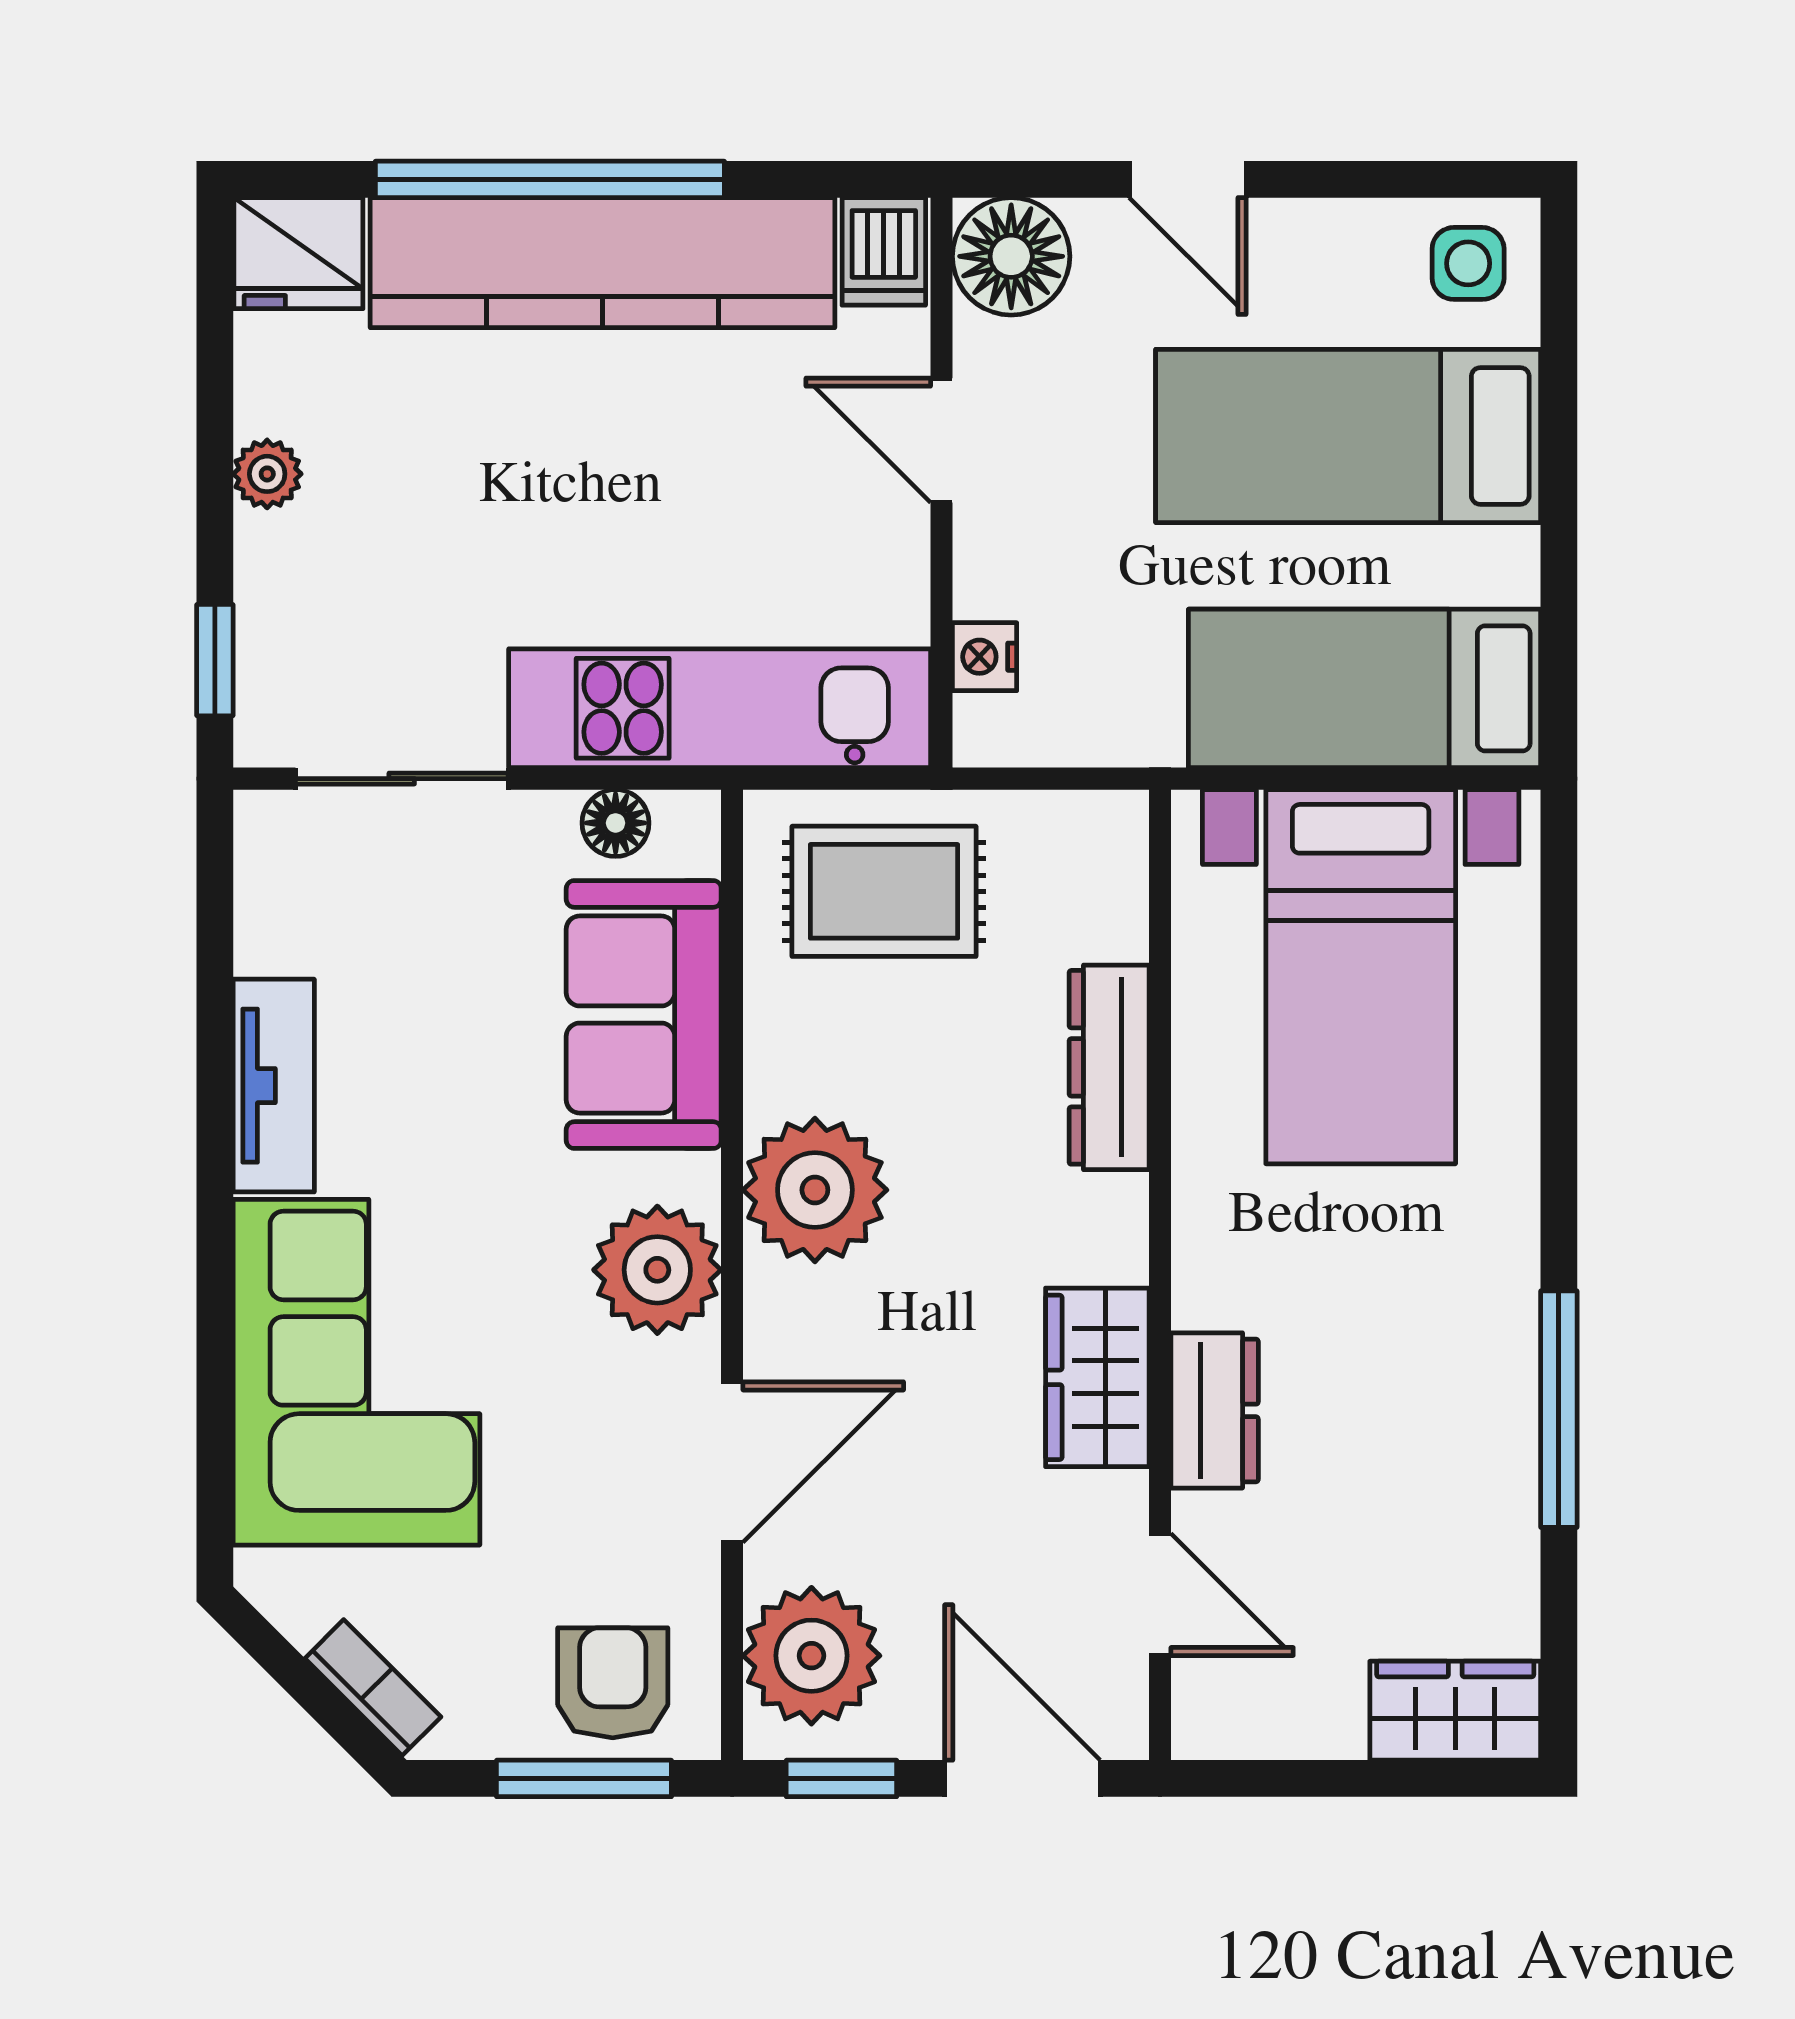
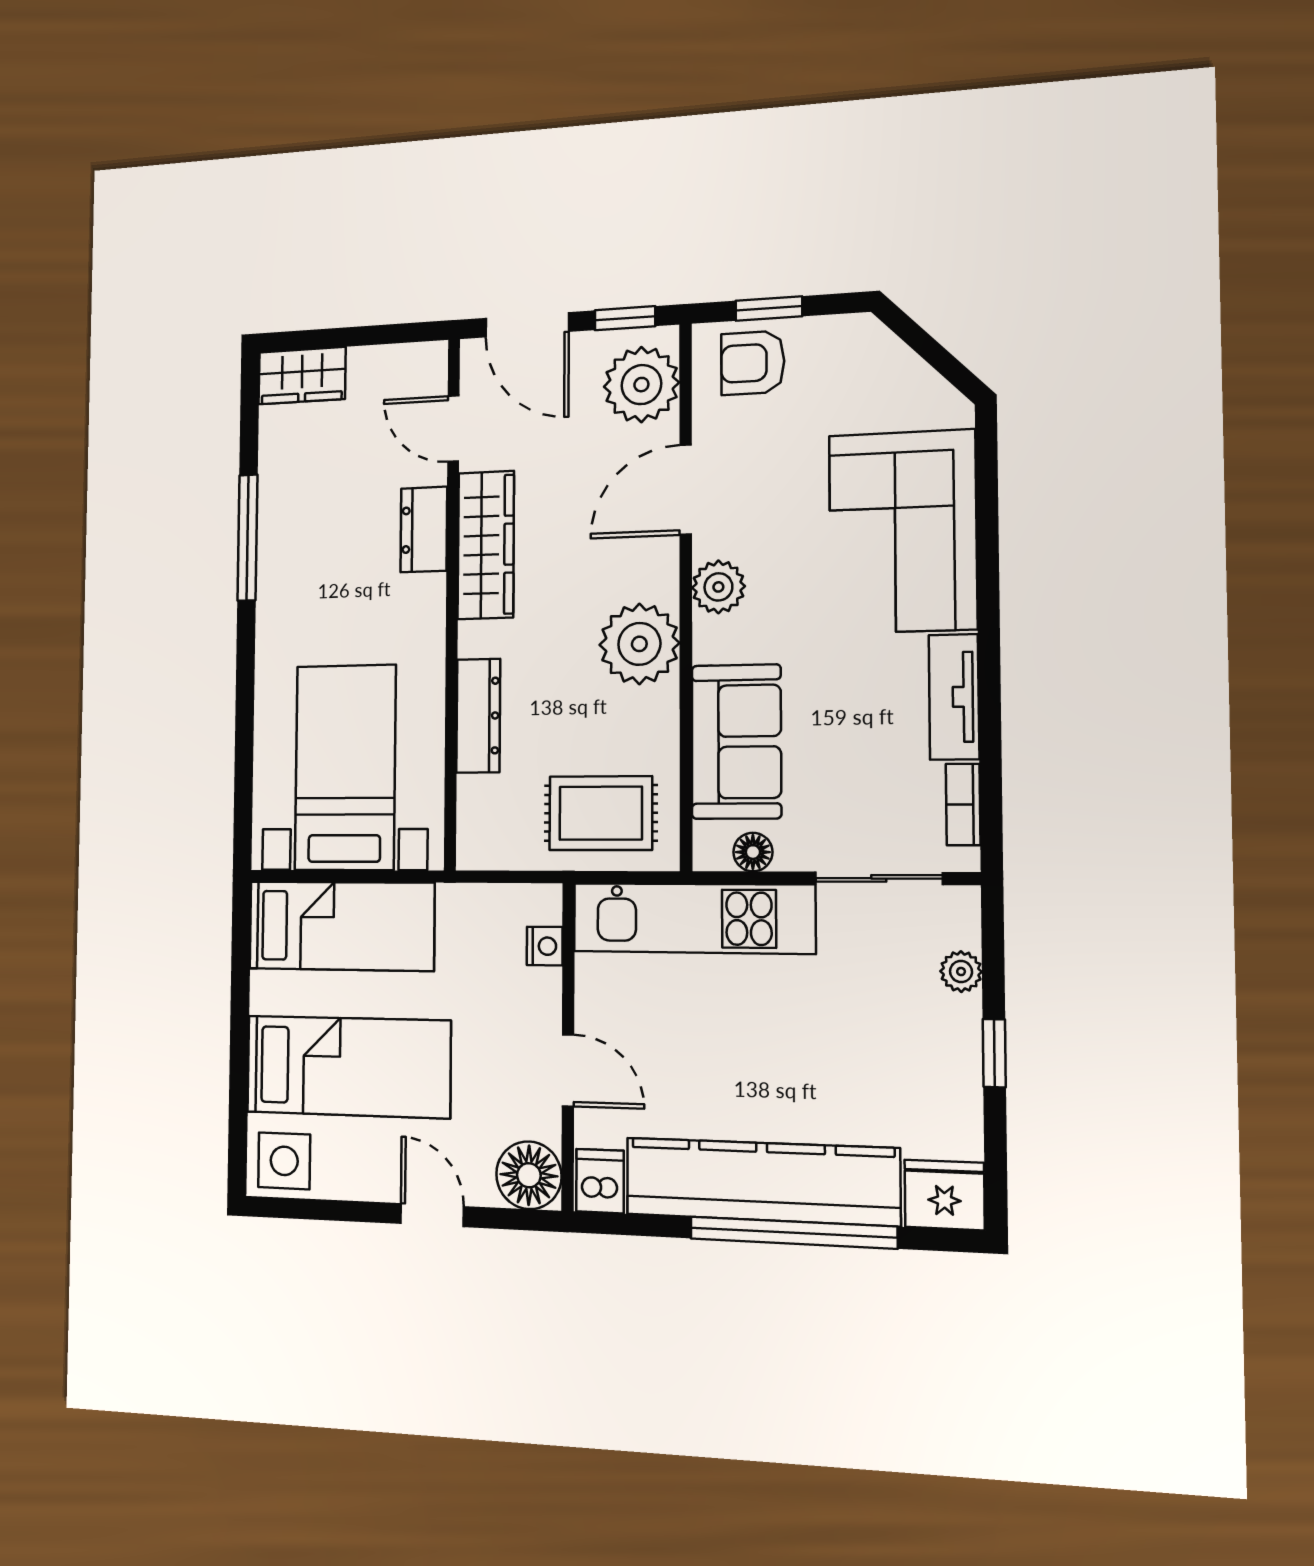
side table: (1468, 263) -> (284, 1161), width x1.37, depth x1.37
plant: (267, 474) -> (961, 971), moved
window: (215, 660) -> (994, 1053), moved
plant: (657, 1270) -> (718, 587), width x0.73, depth x0.73
wardrobe: (1097, 1377) -> (486, 545), width x1.50
armchair: (613, 1683) -> (753, 363), turned 90
bookcase: (373, 1688) -> (963, 805), moved, turned 45
window: (584, 1778) -> (769, 308), width x0.67

